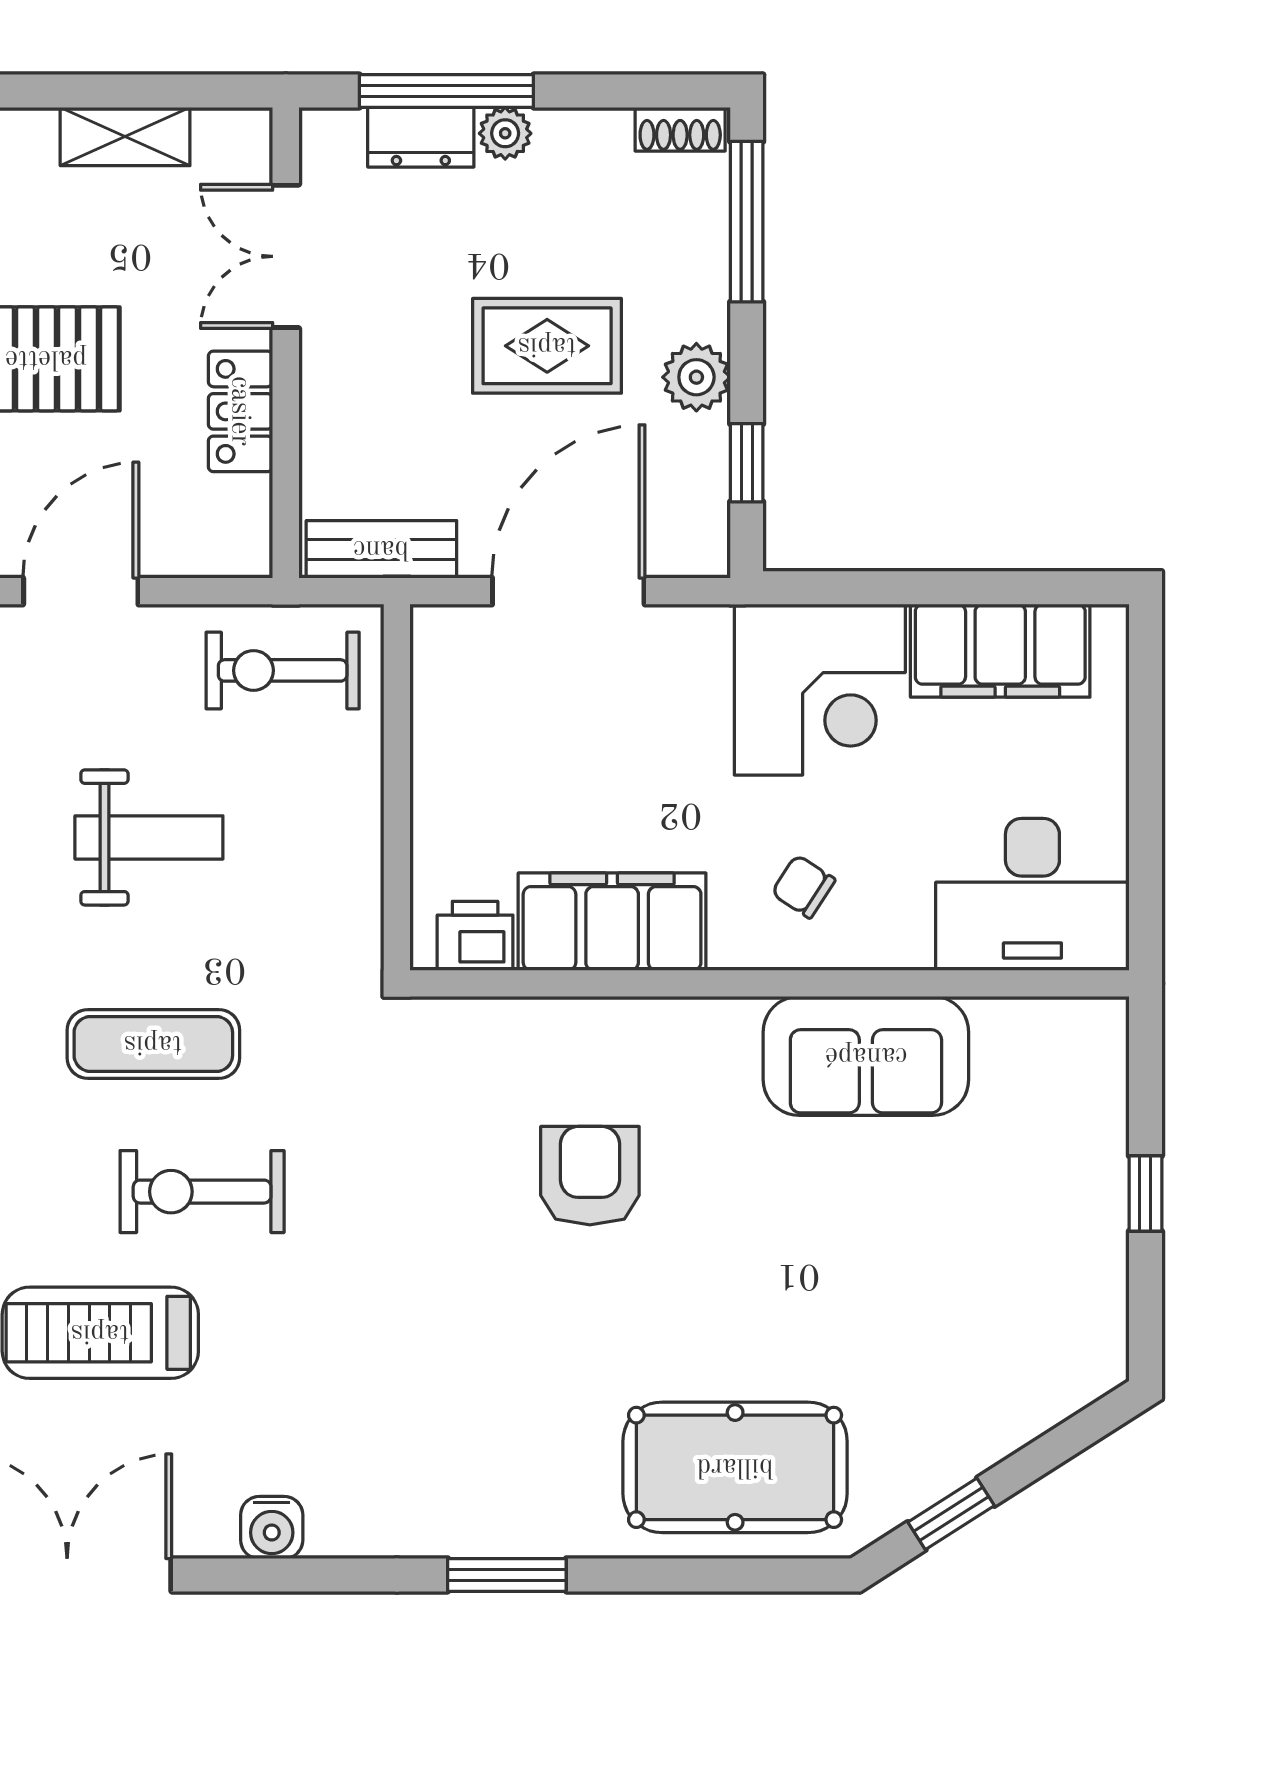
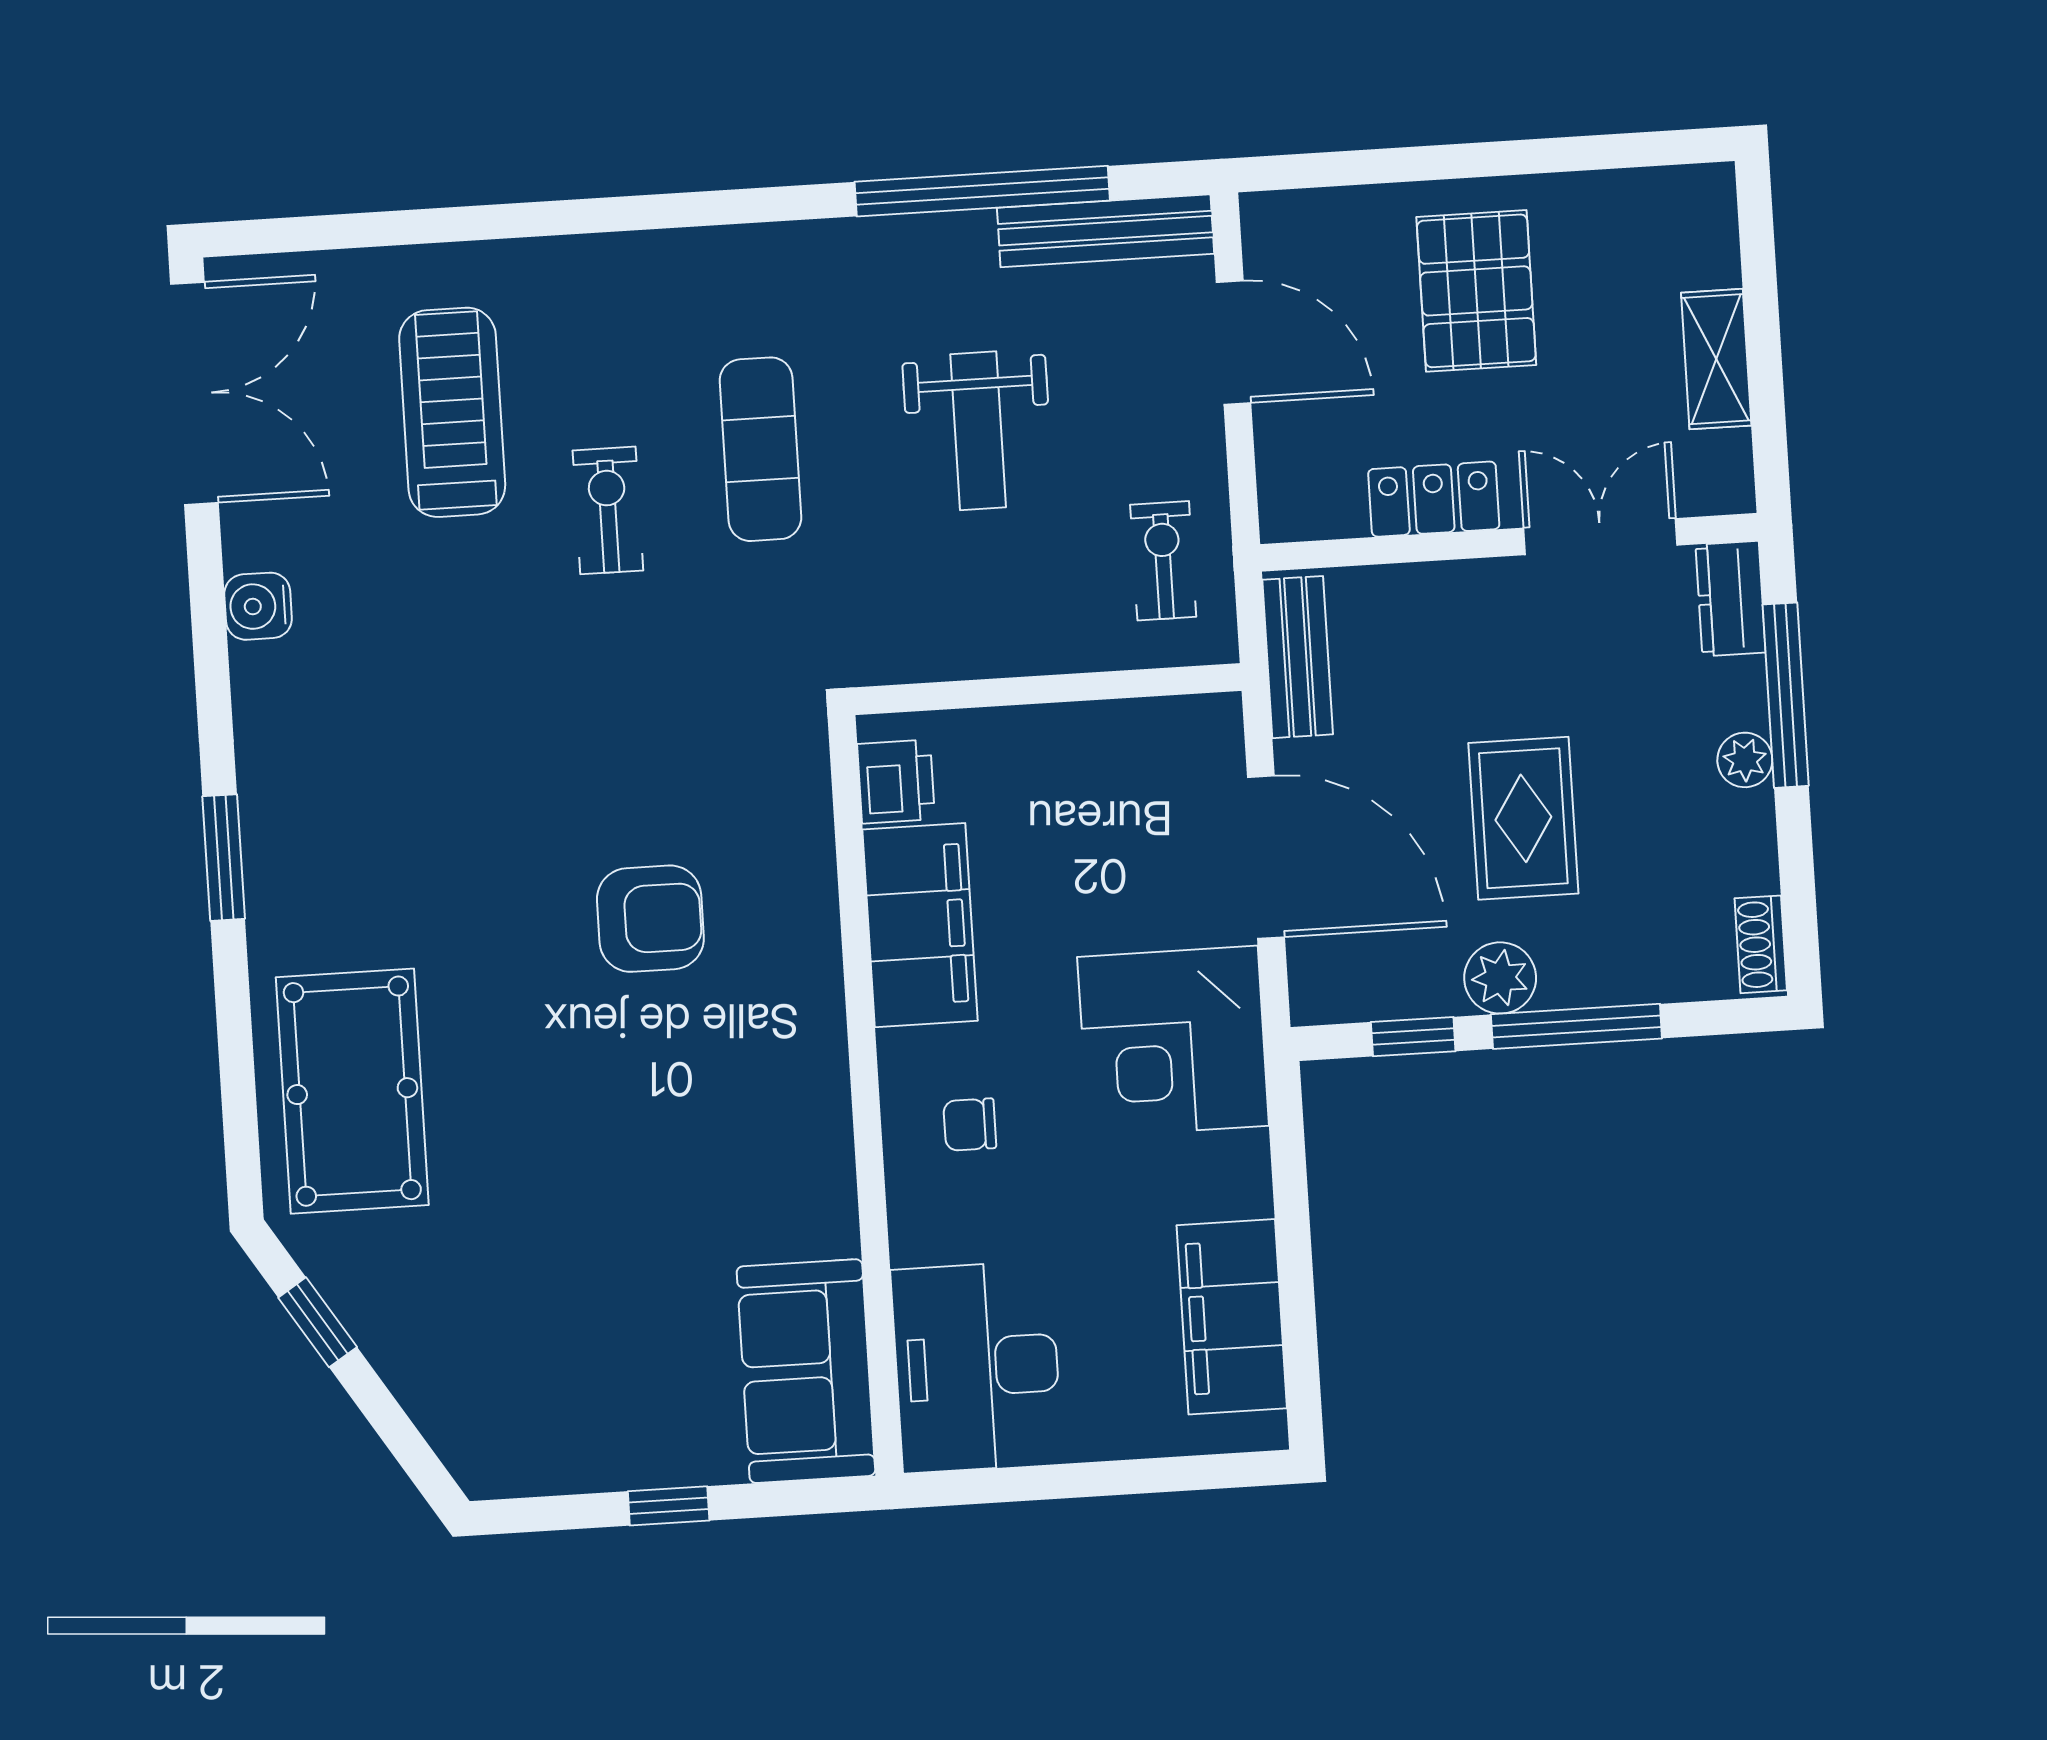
dresser: (421, 137) -> (1730, 599), moved
window: (747, 222) -> (1576, 1026), moved
exercise bike: (283, 670) -> (1163, 561), width x0.73, depth x0.72
corner desk: (820, 690) -> (1173, 1041), moved
chair: (803, 887) -> (970, 1125), turned -123
sofa: (866, 1056) -> (806, 1371), moved
exercise bike: (202, 1192) -> (608, 510), width x0.73, depth x0.72

